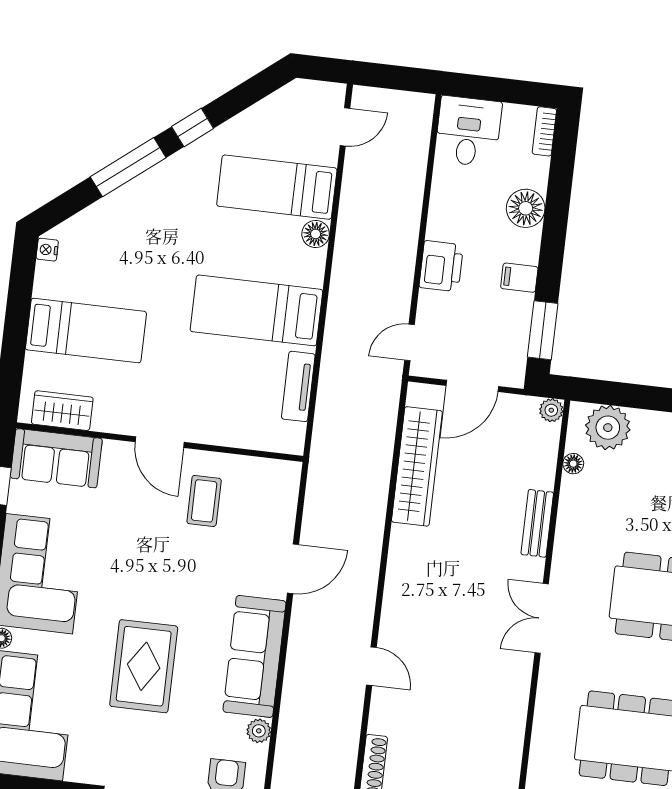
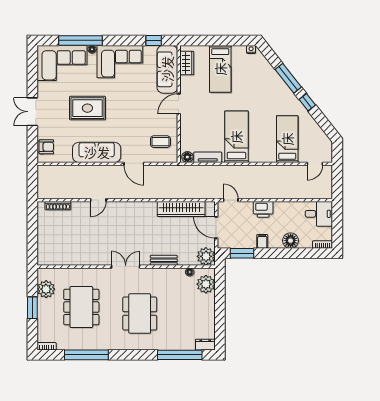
door: (345, 127) -> (315, 164), hinge flipped
floor lamp: (316, 234) -> (187, 157), moved
plant: (551, 410) -> (206, 256), width x1.88, depth x1.88
sofa: (56, 458) -> (167, 69), width x1.36
coffee table: (204, 501) -> (160, 142), moved
plant: (259, 731) -> (67, 158), removed

